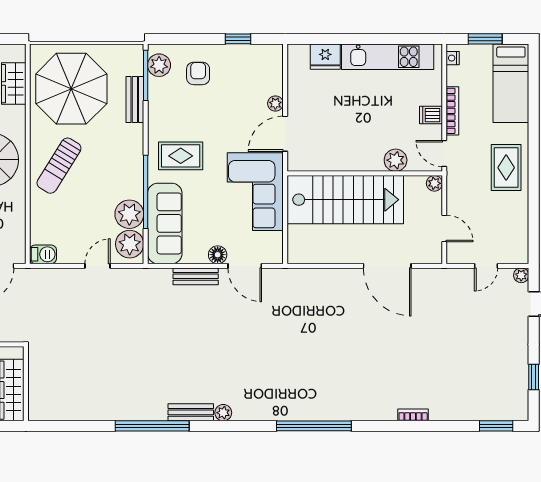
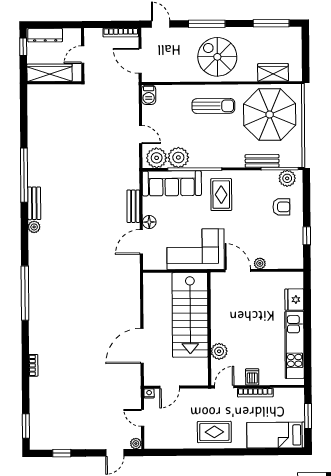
nightstand: (453, 58) -> (149, 393), moved
sun lounger: (59, 166) -> (213, 106), turned 148
plant: (434, 183) -> (202, 380), removed

